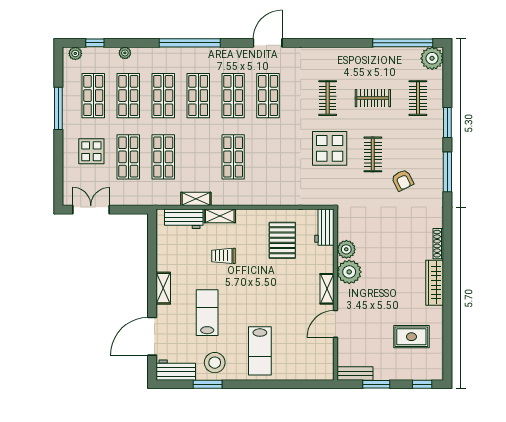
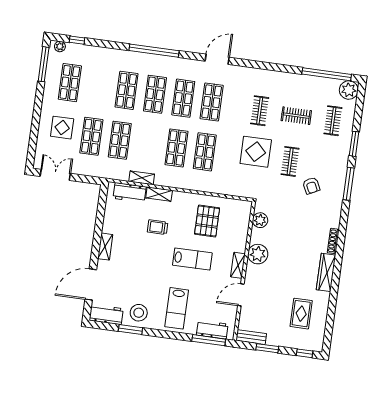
plant: (125, 53) -> (100, 52), removed
shop shelf: (128, 96) -> (205, 152), moved
window: (58, 108) -> (44, 64), moved
workbench: (324, 227) -> (212, 330), moved, turned 90
plant: (346, 249) -> (260, 220), moved
lab bench: (207, 313) -> (192, 259), moved, turned 90
rug: (411, 337) -> (301, 314), turned 90
window: (304, 384) -> (209, 340), added

